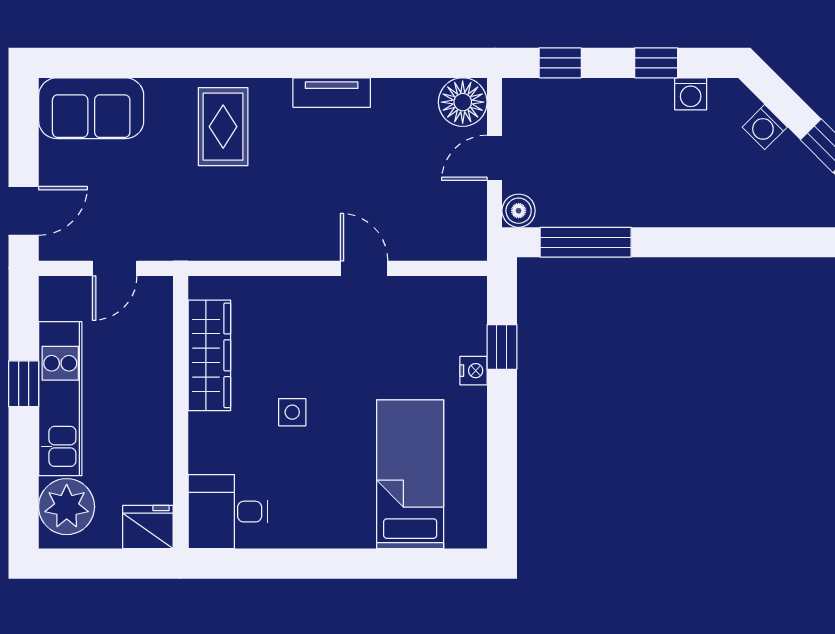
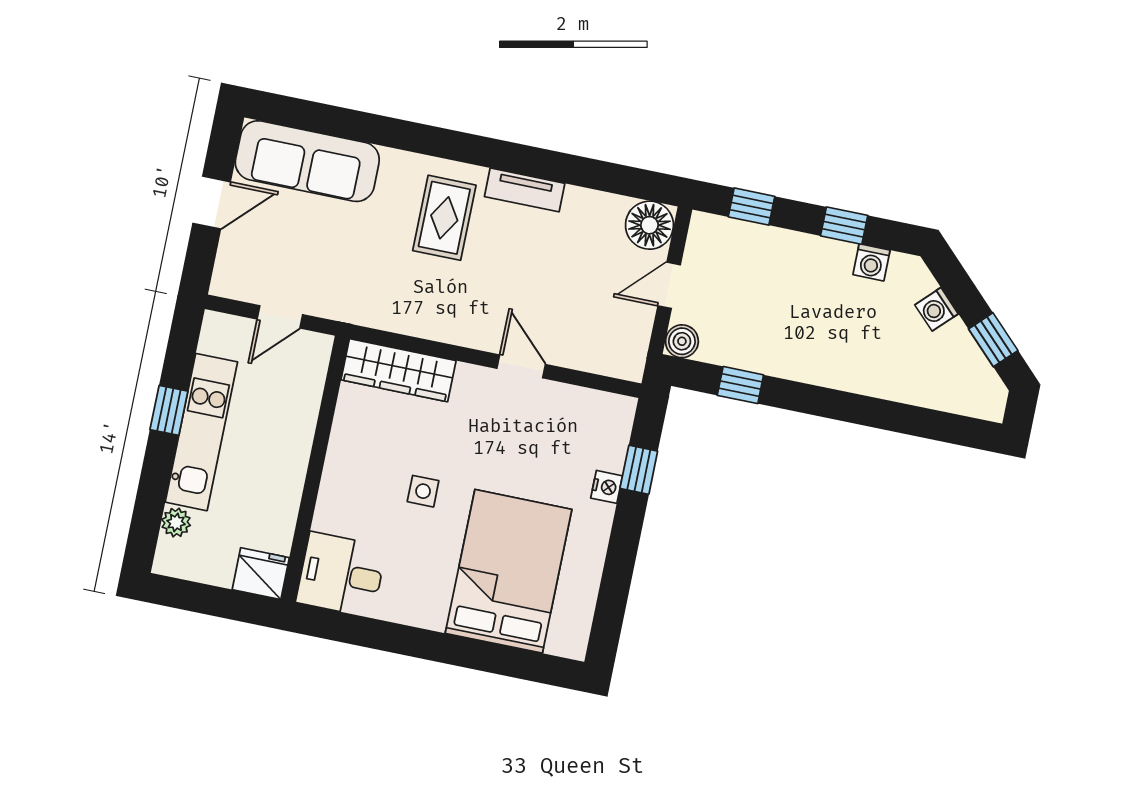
sofa: (91, 108) -> (307, 161), width x1.36
rug: (223, 127) -> (444, 218), moved
door: (24, 211) -> (212, 203), moved
window: (586, 242) -> (740, 385), width x0.46
wardrobe: (209, 355) -> (399, 370), moved, turned 90
bed: (410, 474) -> (509, 571), width x1.50
plant: (67, 507) -> (176, 522), width x0.53, depth x0.53

